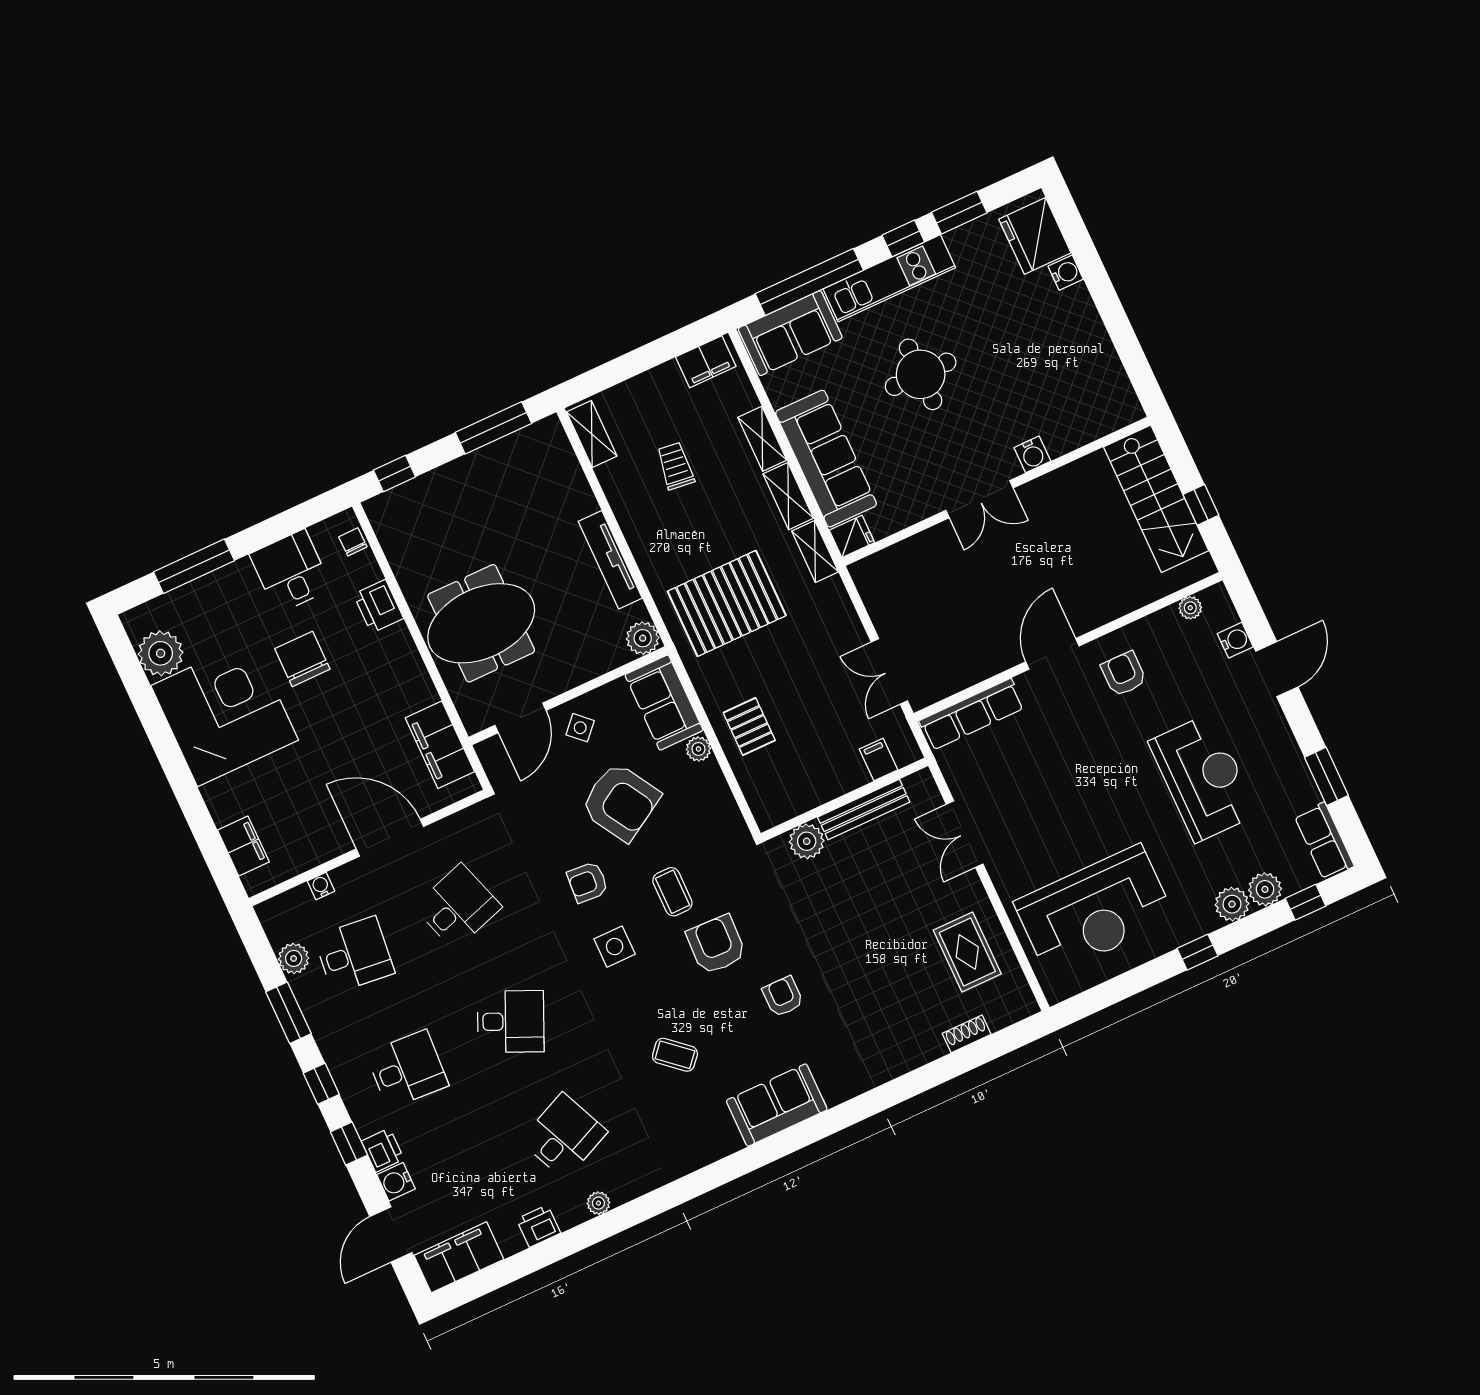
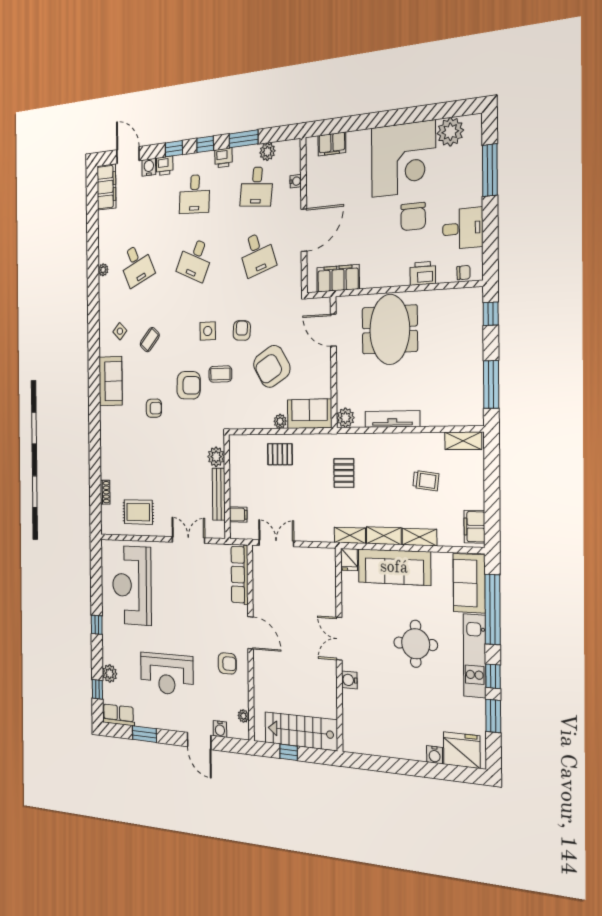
pallet: (727, 603) -> (344, 473), width x0.49, depth x0.50
chair: (302, 659) -> (413, 217), turned 90
side table: (580, 728) -> (120, 331), moved
plant: (1232, 904) -> (110, 654), removed
printer: (538, 1226) -> (223, 158), moved, turned 90

